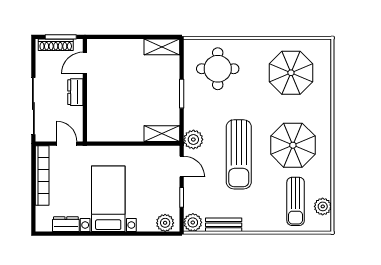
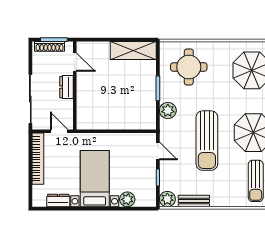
shelving: (162, 47) -> (133, 50), width x1.50, depth x1.33
door: (85, 63) -> (75, 62), swing flipped
shelving: (162, 134) -> (141, 123), removed
plant: (193, 140) -> (168, 110), moved
plant: (165, 223) -> (127, 199), moved

